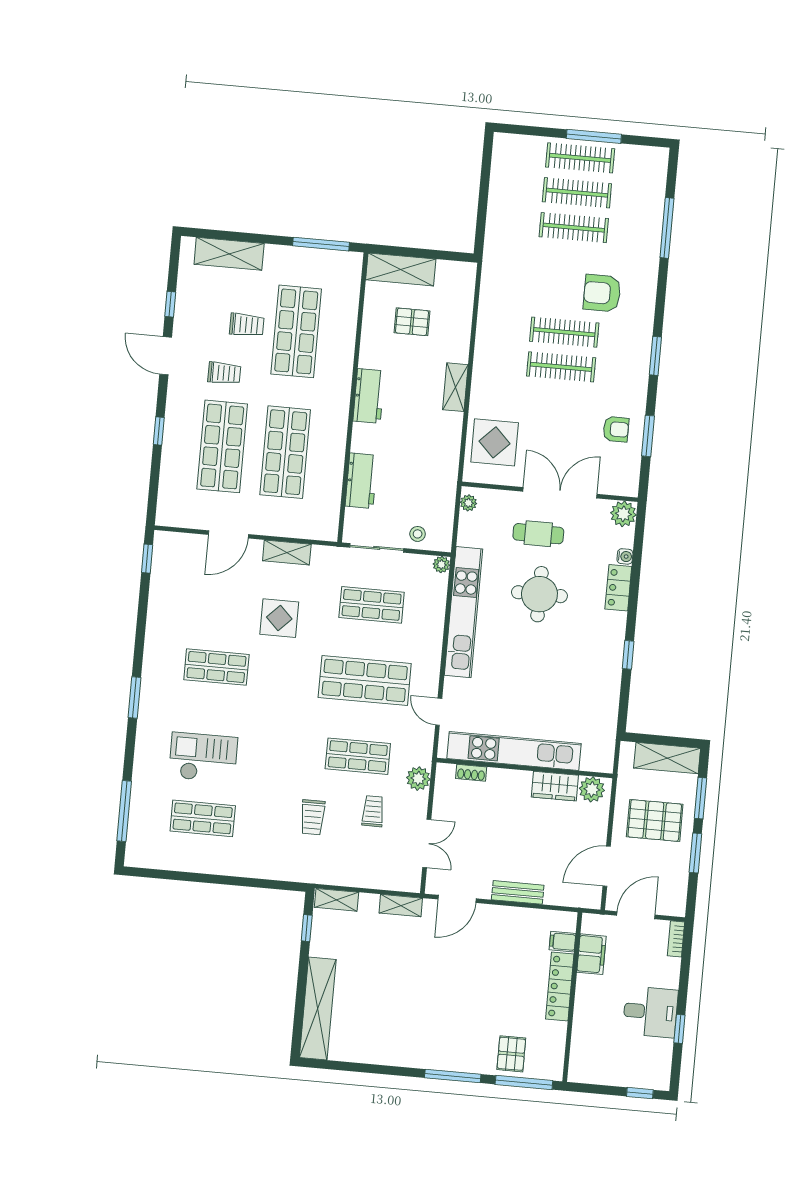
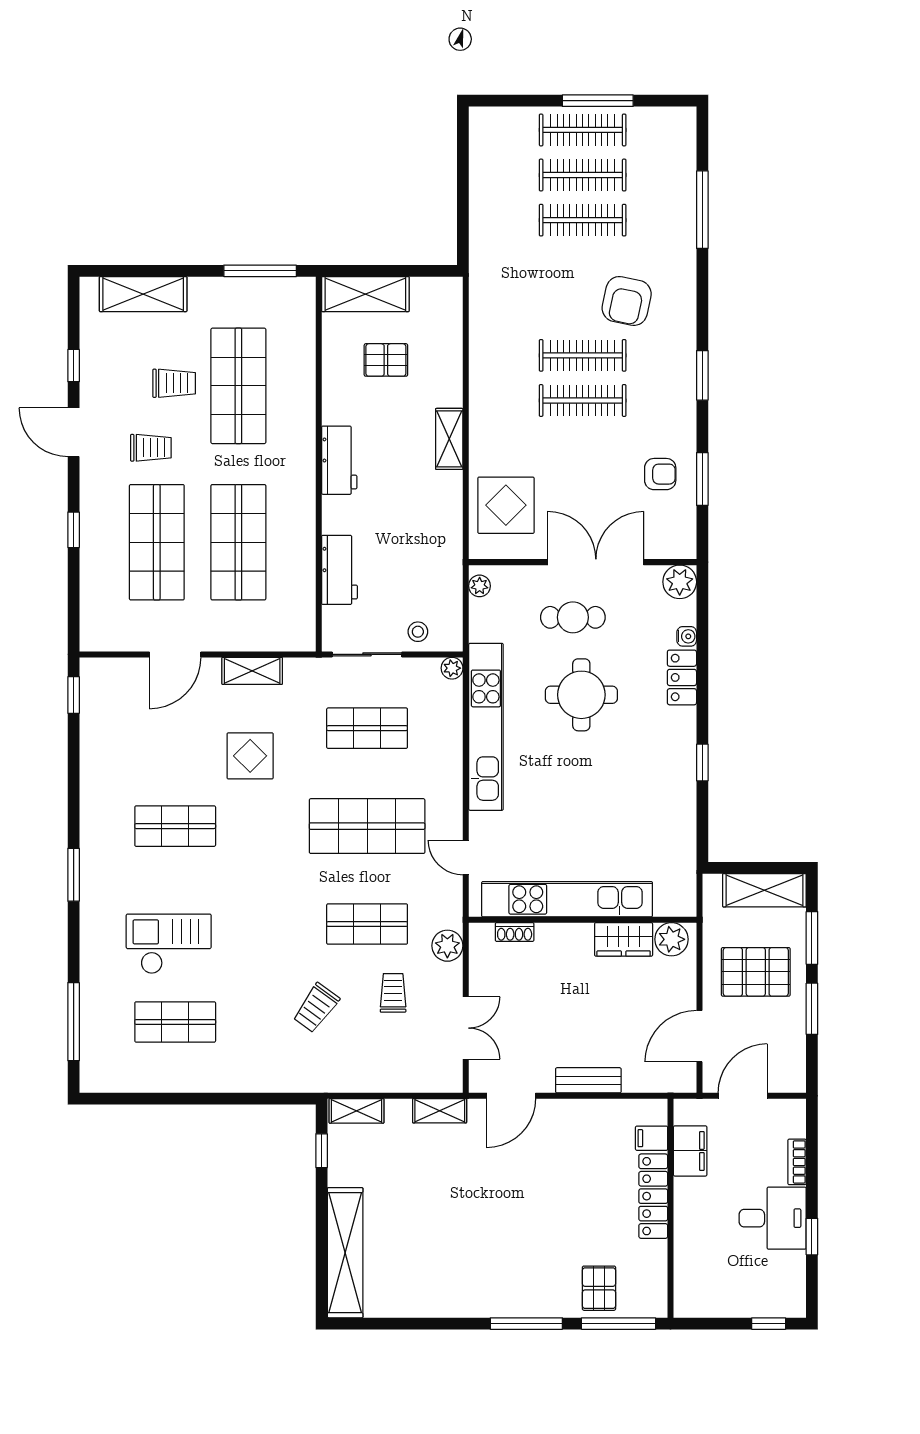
armchair: (602, 293) -> (627, 301), turned -78
trolley: (313, 817) -> (316, 1008), turned 36
bookcase: (676, 939) -> (797, 1162), moved

